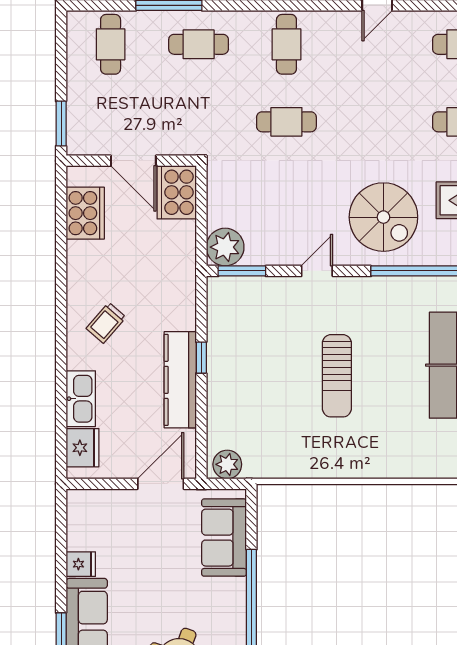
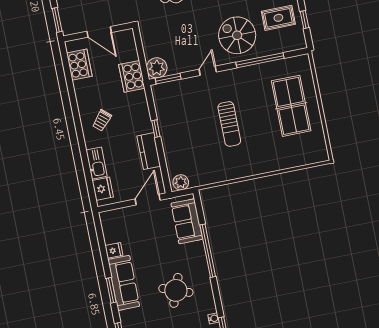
cooker: (177, 192) -> (132, 76), moved
spiral stairs: (383, 217) -> (237, 35), turned 180
kitchen counter: (180, 380) -> (149, 151), width x0.67

